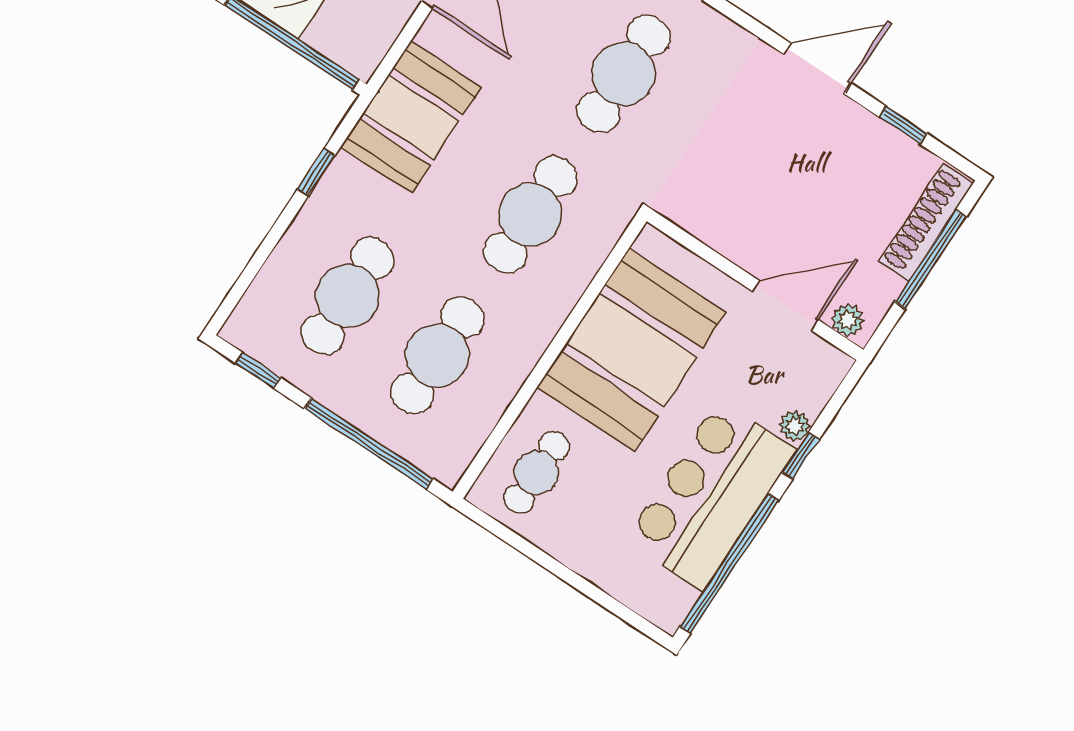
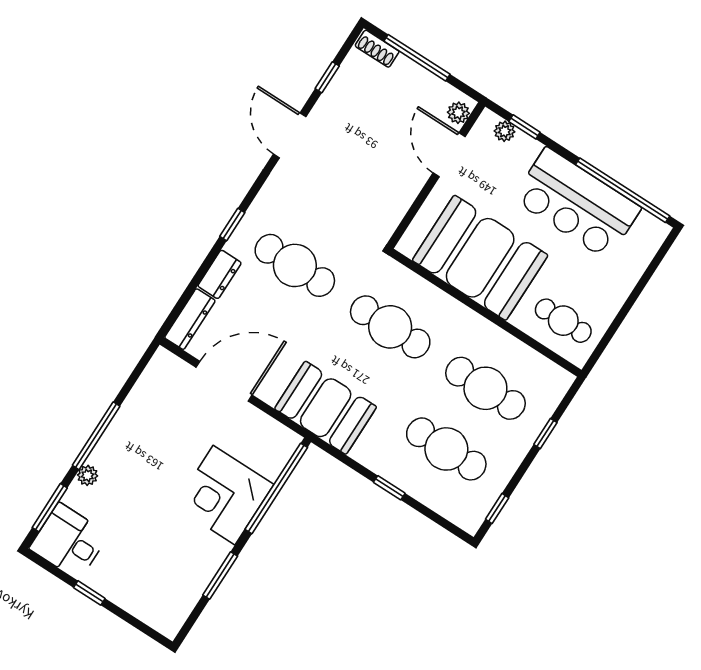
window: (316, 172) -> (389, 488), moved
shoe rack: (926, 222) -> (377, 49), width x0.51, depth x0.81
plant: (795, 426) -> (505, 131), moved
window: (369, 444) -> (545, 433), width x0.32
window: (801, 456) -> (524, 127), moved

